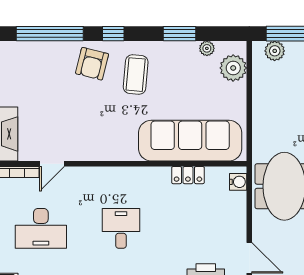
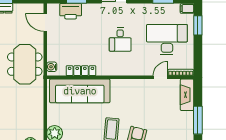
locker: (188, 175) -> (81, 71), width x1.53
desk: (41, 228) -> (167, 40), width x1.36, depth x1.30

